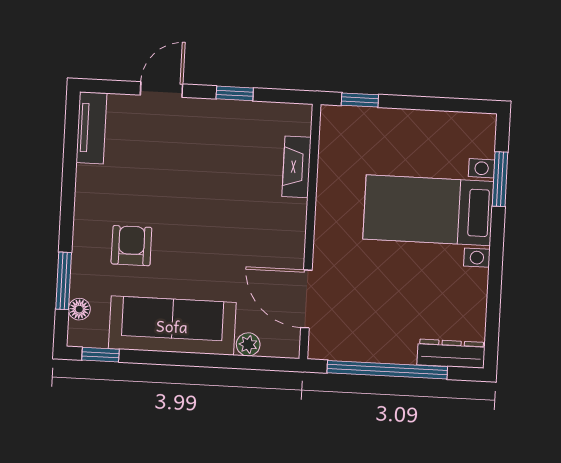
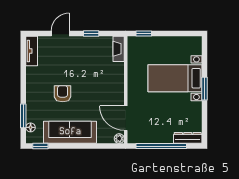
fireplace: (297, 167) -> (119, 49), moved
window: (500, 179) -> (204, 89), moved
armchair: (131, 246) -> (63, 94), moved
plant: (248, 344) -> (119, 139), moved

